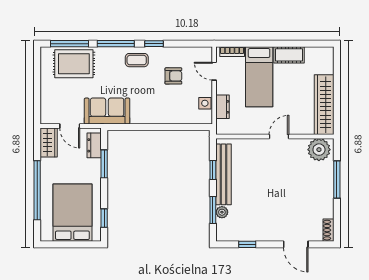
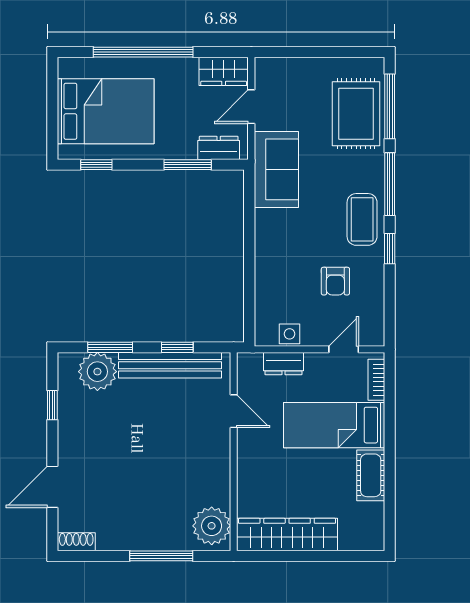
coffee table: (137, 60) -> (362, 219), width x1.36, depth x1.30
door: (279, 136) -> (234, 411), moved
plant: (222, 212) -> (97, 372), width x1.88, depth x1.88

